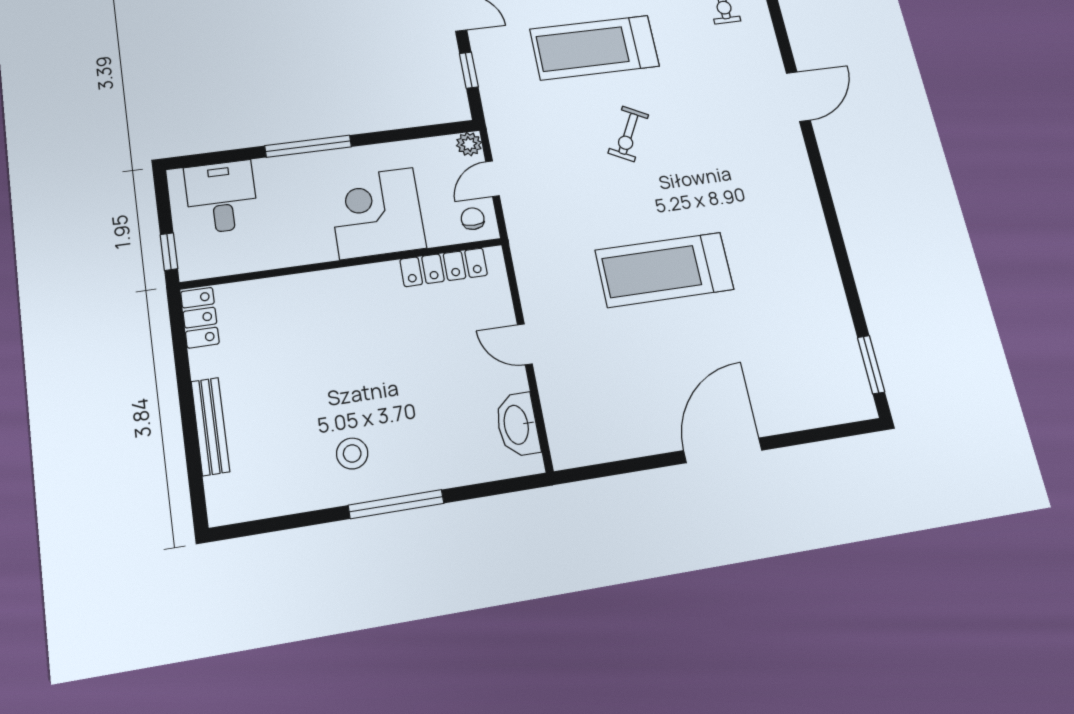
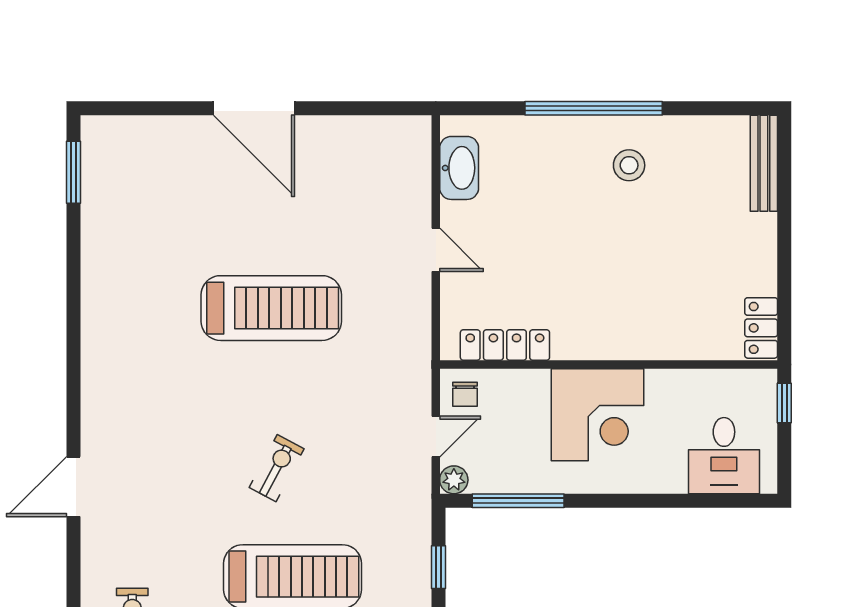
window: (308, 146) -> (518, 501), moved
corner desk: (377, 213) -> (597, 415), moved
bench: (210, 426) -> (764, 163), moved
door: (723, 450) -> (254, 108), hinge flipped
window: (396, 504) -> (594, 108), width x1.46

